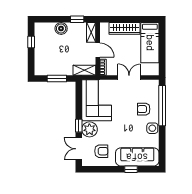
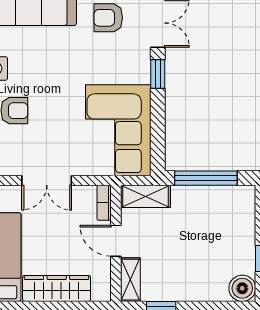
boiler: (61, 28) -> (242, 288), moved
window: (57, 78) -> (206, 178), width x1.44
plant: (89, 129) -> (134, 66), removed

